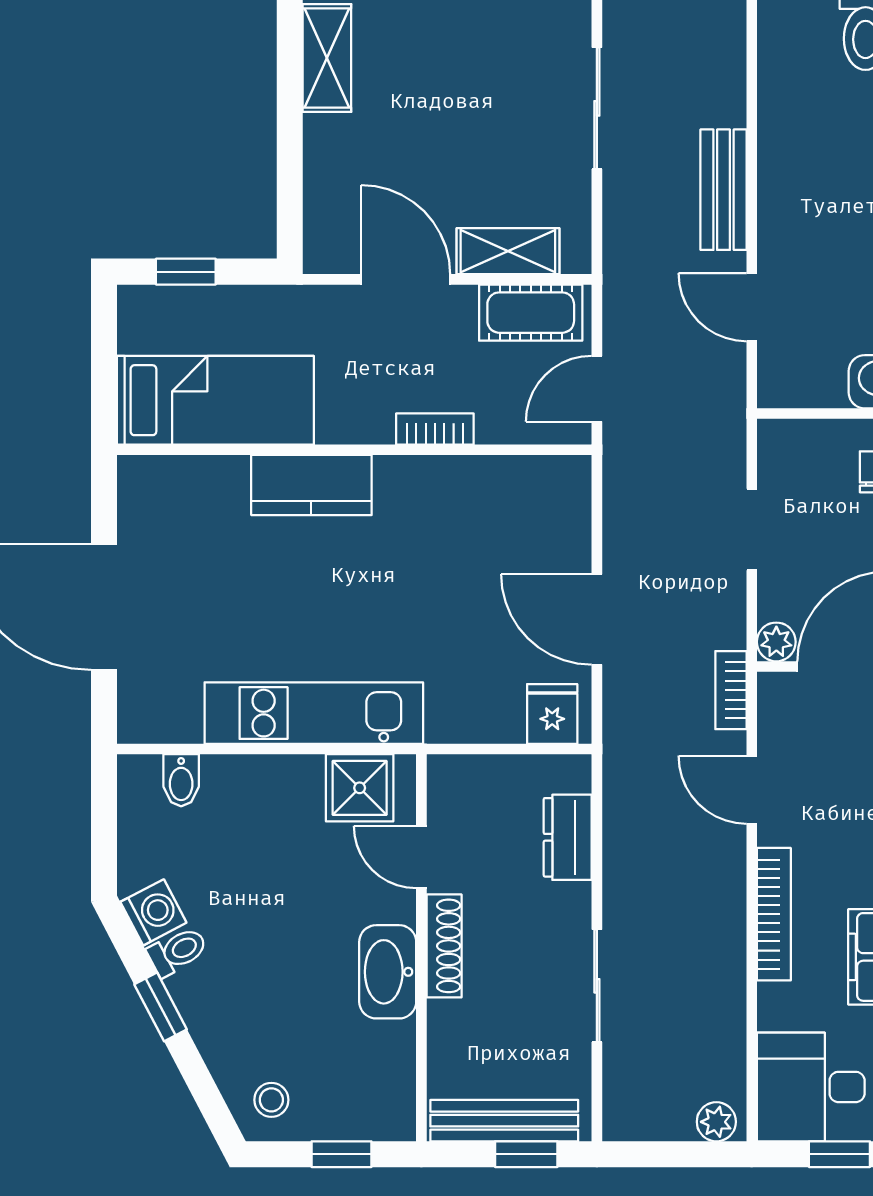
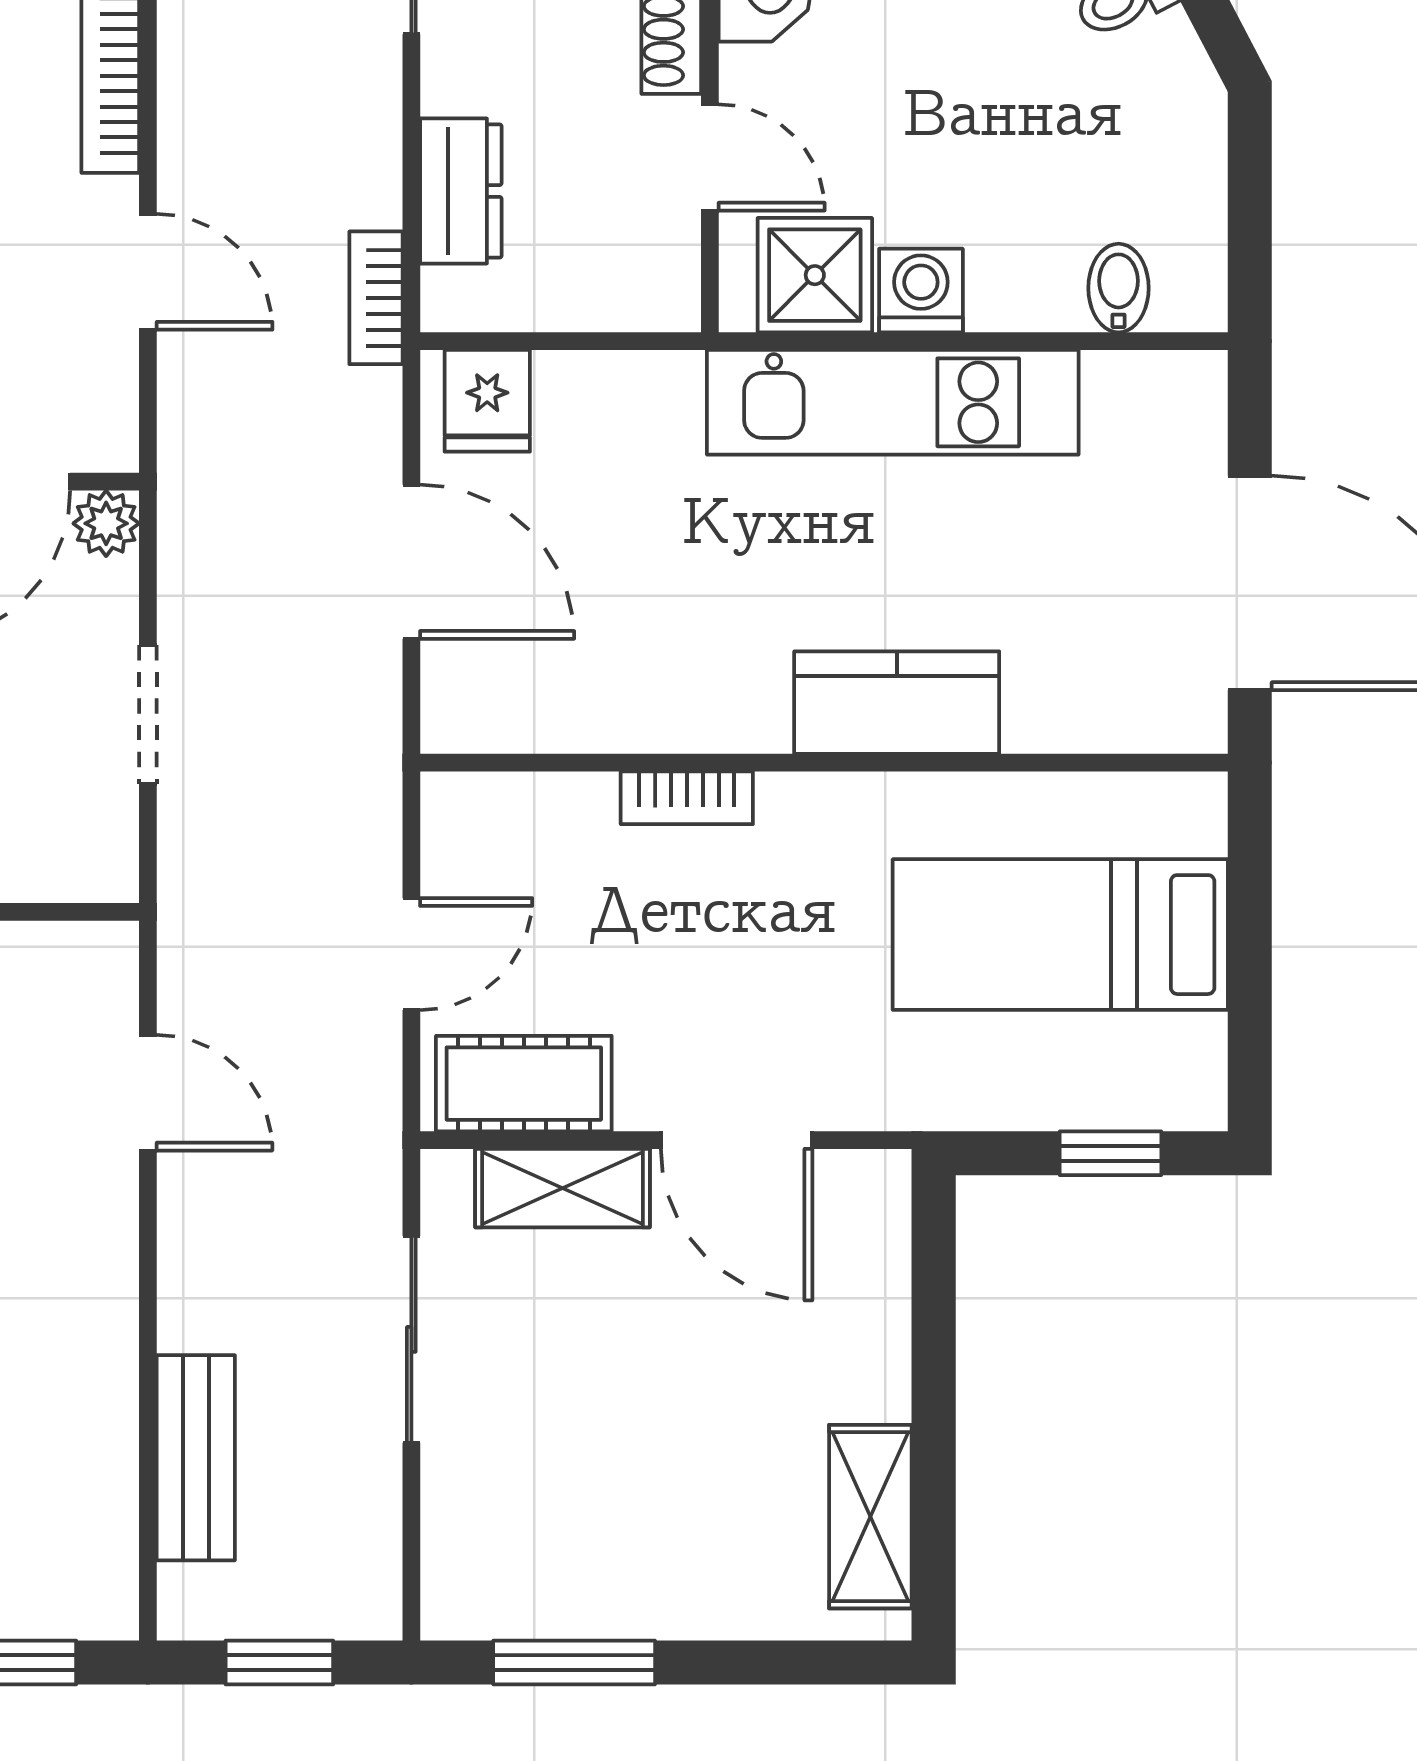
sliding door: (597, 108) -> (411, 1339), moved
bench: (724, 190) -> (196, 1458), moved
bookcase: (435, 429) -> (687, 798), moved
wall: (354, 450) -> (824, 763), moved
kitchen counter: (311, 485) -> (897, 703), moved
bookcase: (731, 690) -> (376, 298), moved, turned 180
washing machine: (153, 912) -> (921, 291), moved, turned 118

